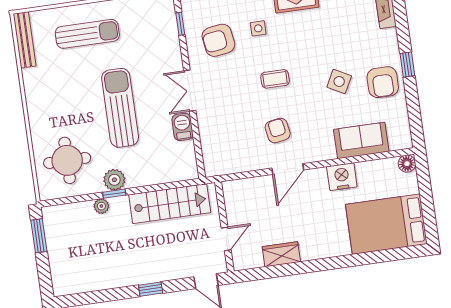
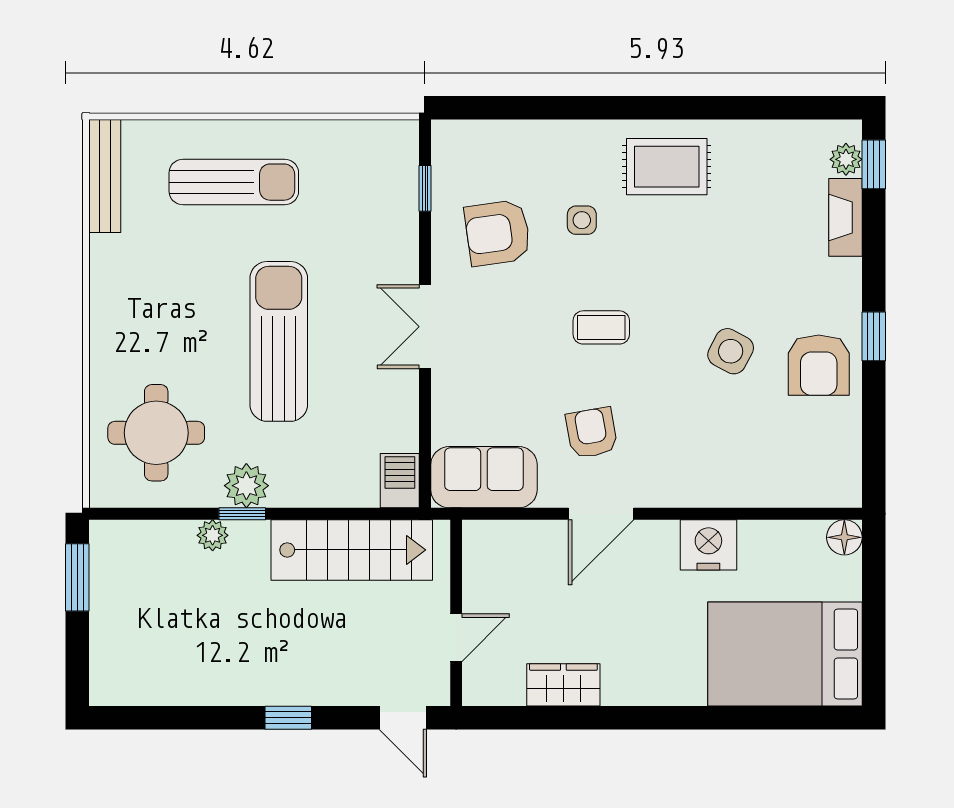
barbecue: (182, 127) -> (400, 481), moved
sofa: (361, 140) -> (484, 477), moved

